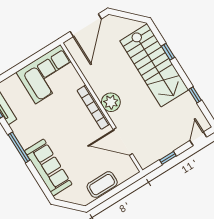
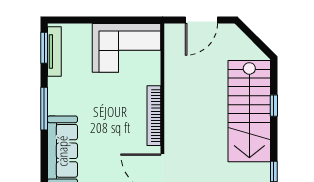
door: (86, 25) -> (201, 20), width x0.73
plant: (111, 102) -> (176, 122), removed

